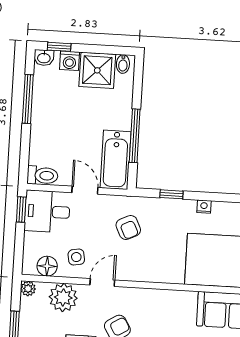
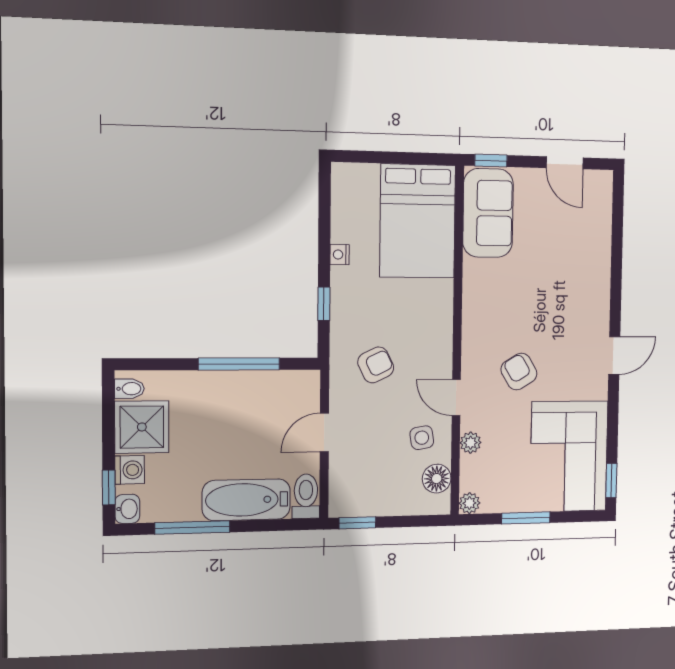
bathtub: (116, 160) -> (246, 500), moved, turned 180
desk: (47, 211) -> (358, 485), removed
plant: (63, 297) -> (471, 443), width x0.53, depth x0.53

